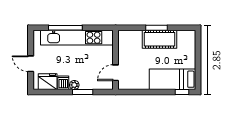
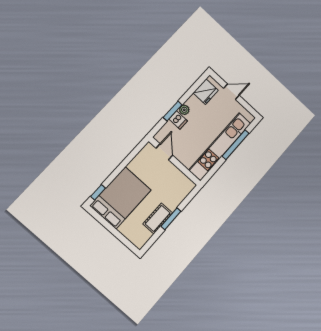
cot: (160, 39) -> (158, 218), width x0.73, depth x0.75
bed: (172, 79) -> (121, 198), width x1.50
dishwasher: (63, 83) -> (178, 120), moved

